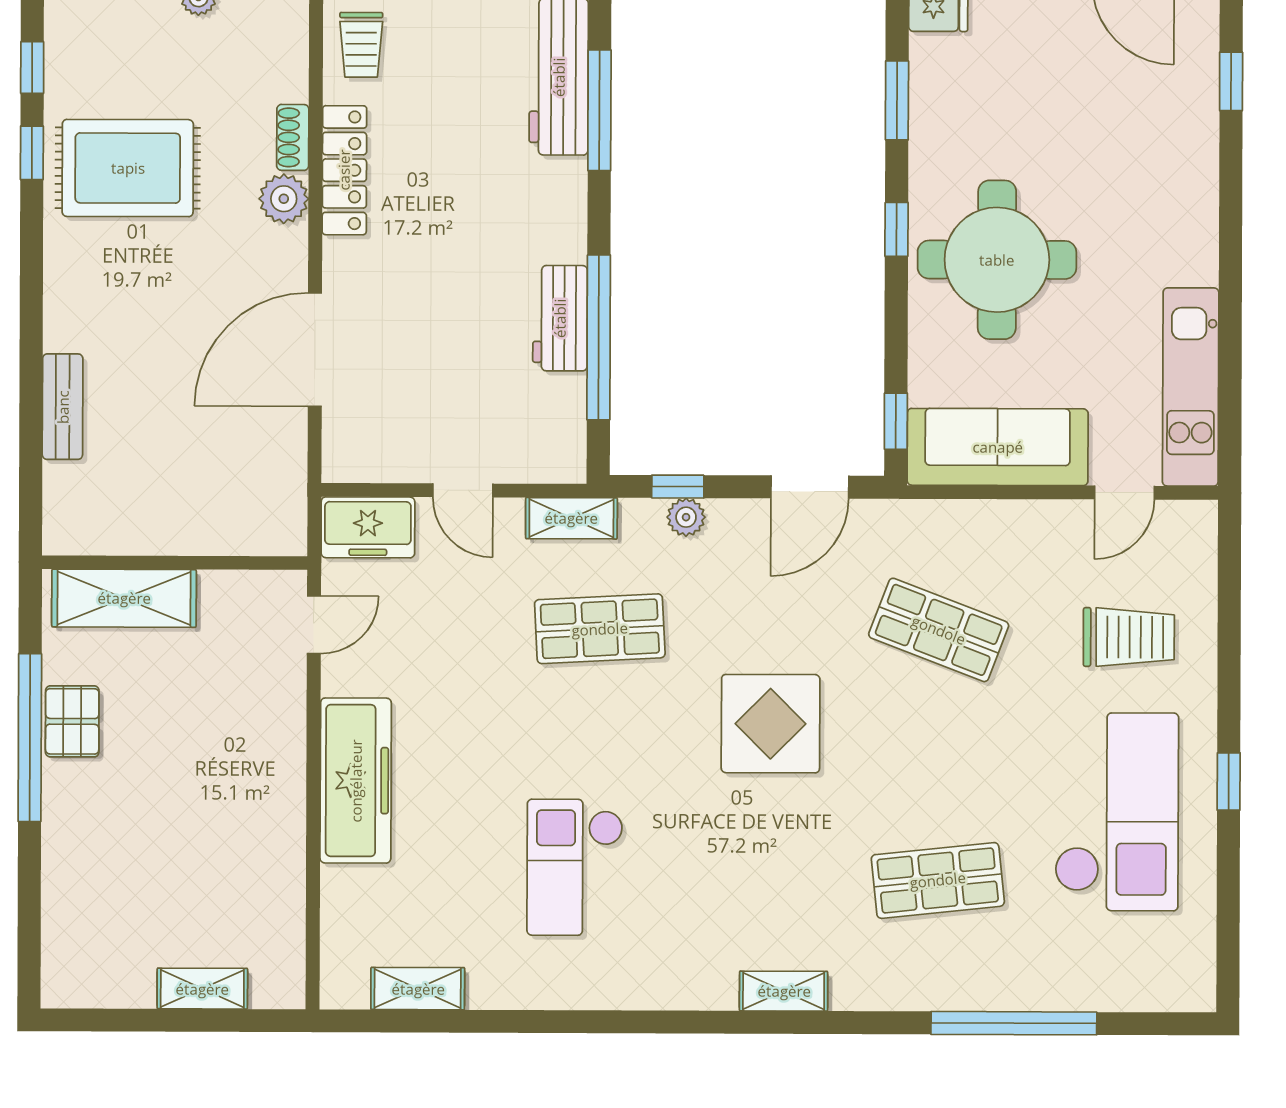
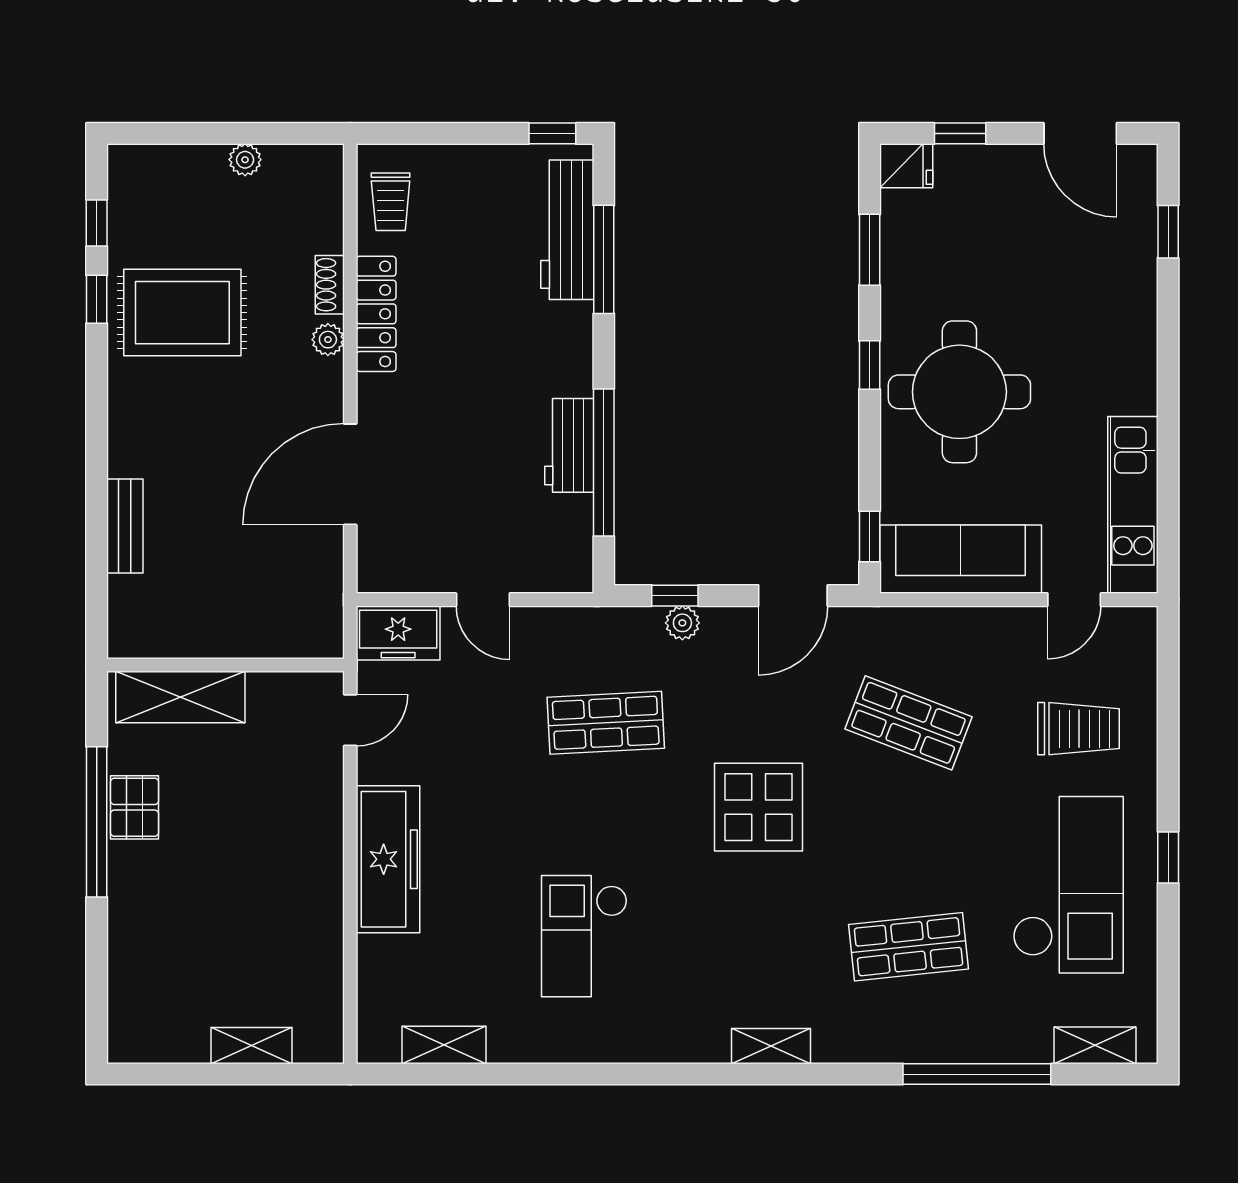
plant: (284, 199) -> (328, 340), width x0.73, depth x0.73
shelving: (571, 518) -> (1095, 1045), moved

